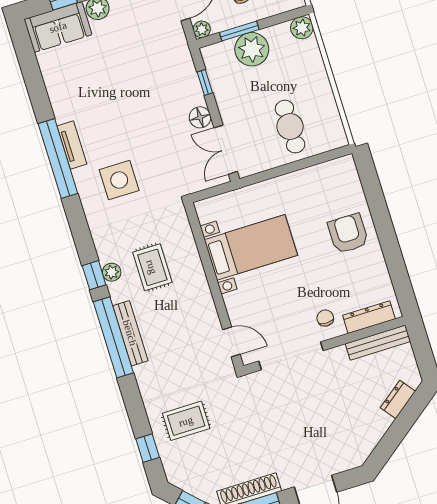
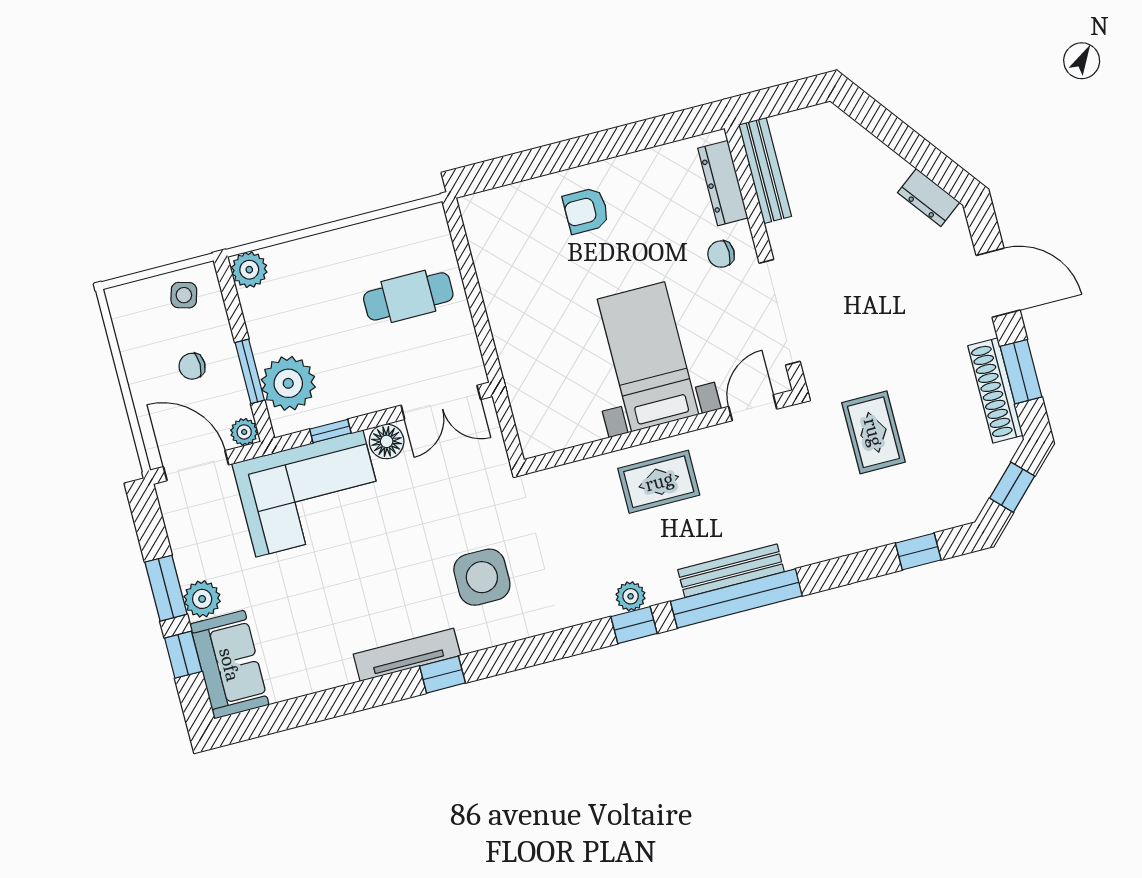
plant: (252, 49) -> (288, 383), moved
corner sofa: (166, 71) -> (309, 493), added
tv unit: (72, 145) -> (407, 655), width x1.41
window: (58, 159) -> (442, 675), width x0.32
armchair: (348, 234) -> (586, 211), width x0.72, depth x0.72
bed with nightstands: (251, 247) -> (648, 357), moved
rug: (152, 267) -> (659, 482), moved
dresser: (398, 399) -> (929, 197), moved
rug: (186, 421) -> (873, 432), moved

